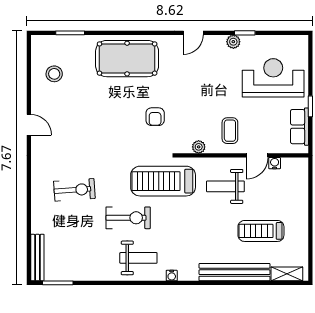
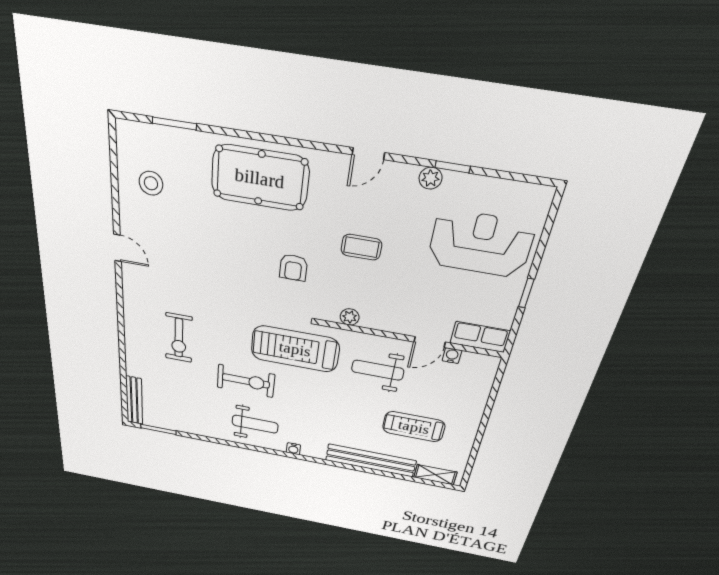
row of seats: (299, 127) -> (480, 337), moved, turned 90
coffee table: (230, 131) -> (361, 247), moved, turned 90
exercise bike: (74, 190) -> (179, 338), turned 94

